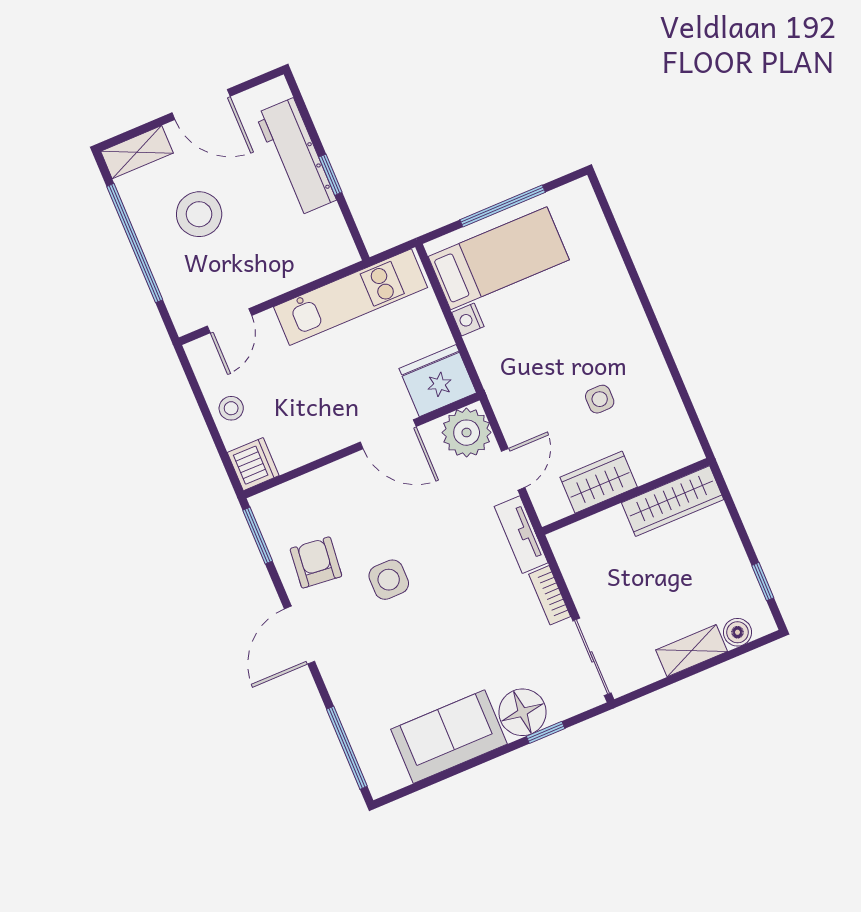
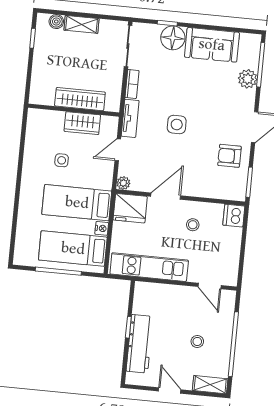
door: (201, 105) -> (170, 390), width x0.73
stool: (199, 214) -> (197, 341), width x0.53, depth x0.53
door: (229, 321) -> (210, 286), swing flipped
bed: (535, 340) -> (77, 203), added
stool: (231, 408) -> (193, 225), moved
plant: (467, 433) -> (123, 183), width x0.53, depth x0.53
door: (388, 434) -> (166, 196), hinge flipped
wardrobe: (673, 501) -> (80, 99), moved
armchair: (316, 562) -> (229, 156), turned 84
side table: (389, 580) -> (177, 124), moved
plant: (356, 711) -> (248, 79), added

